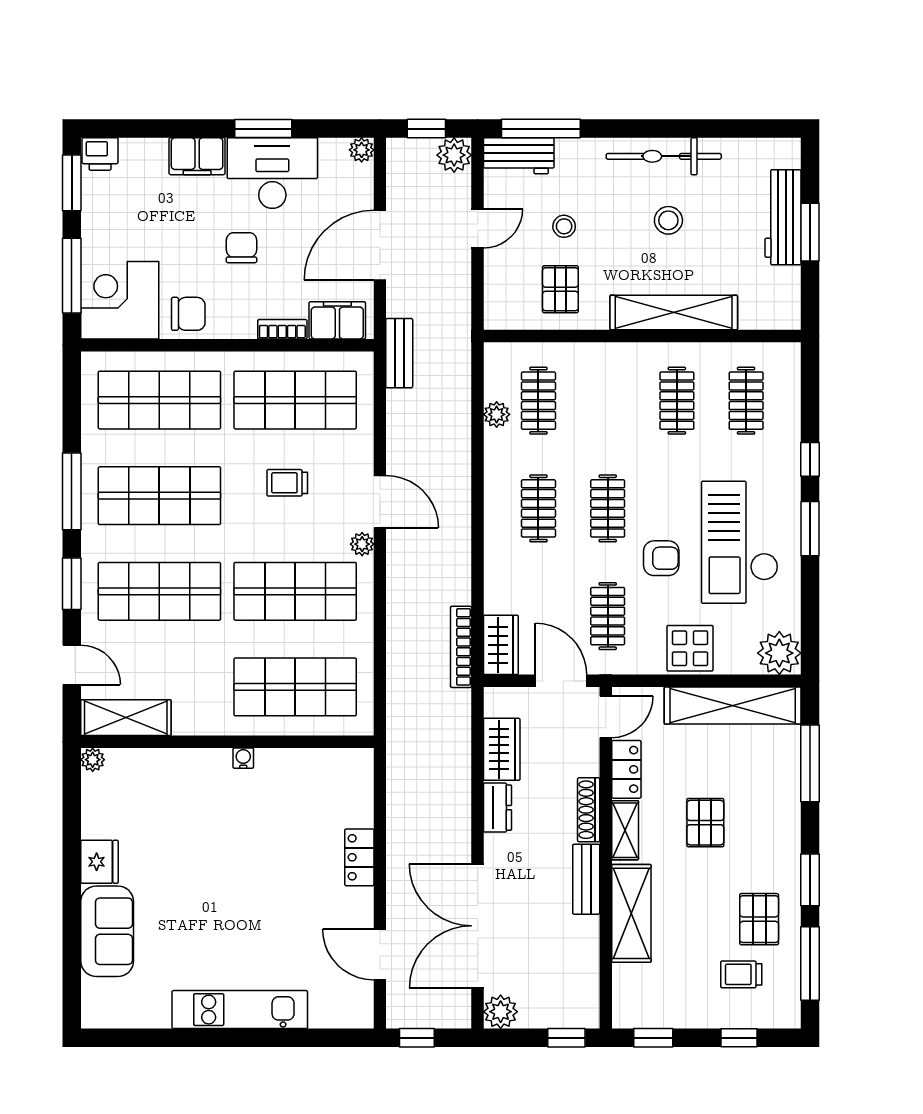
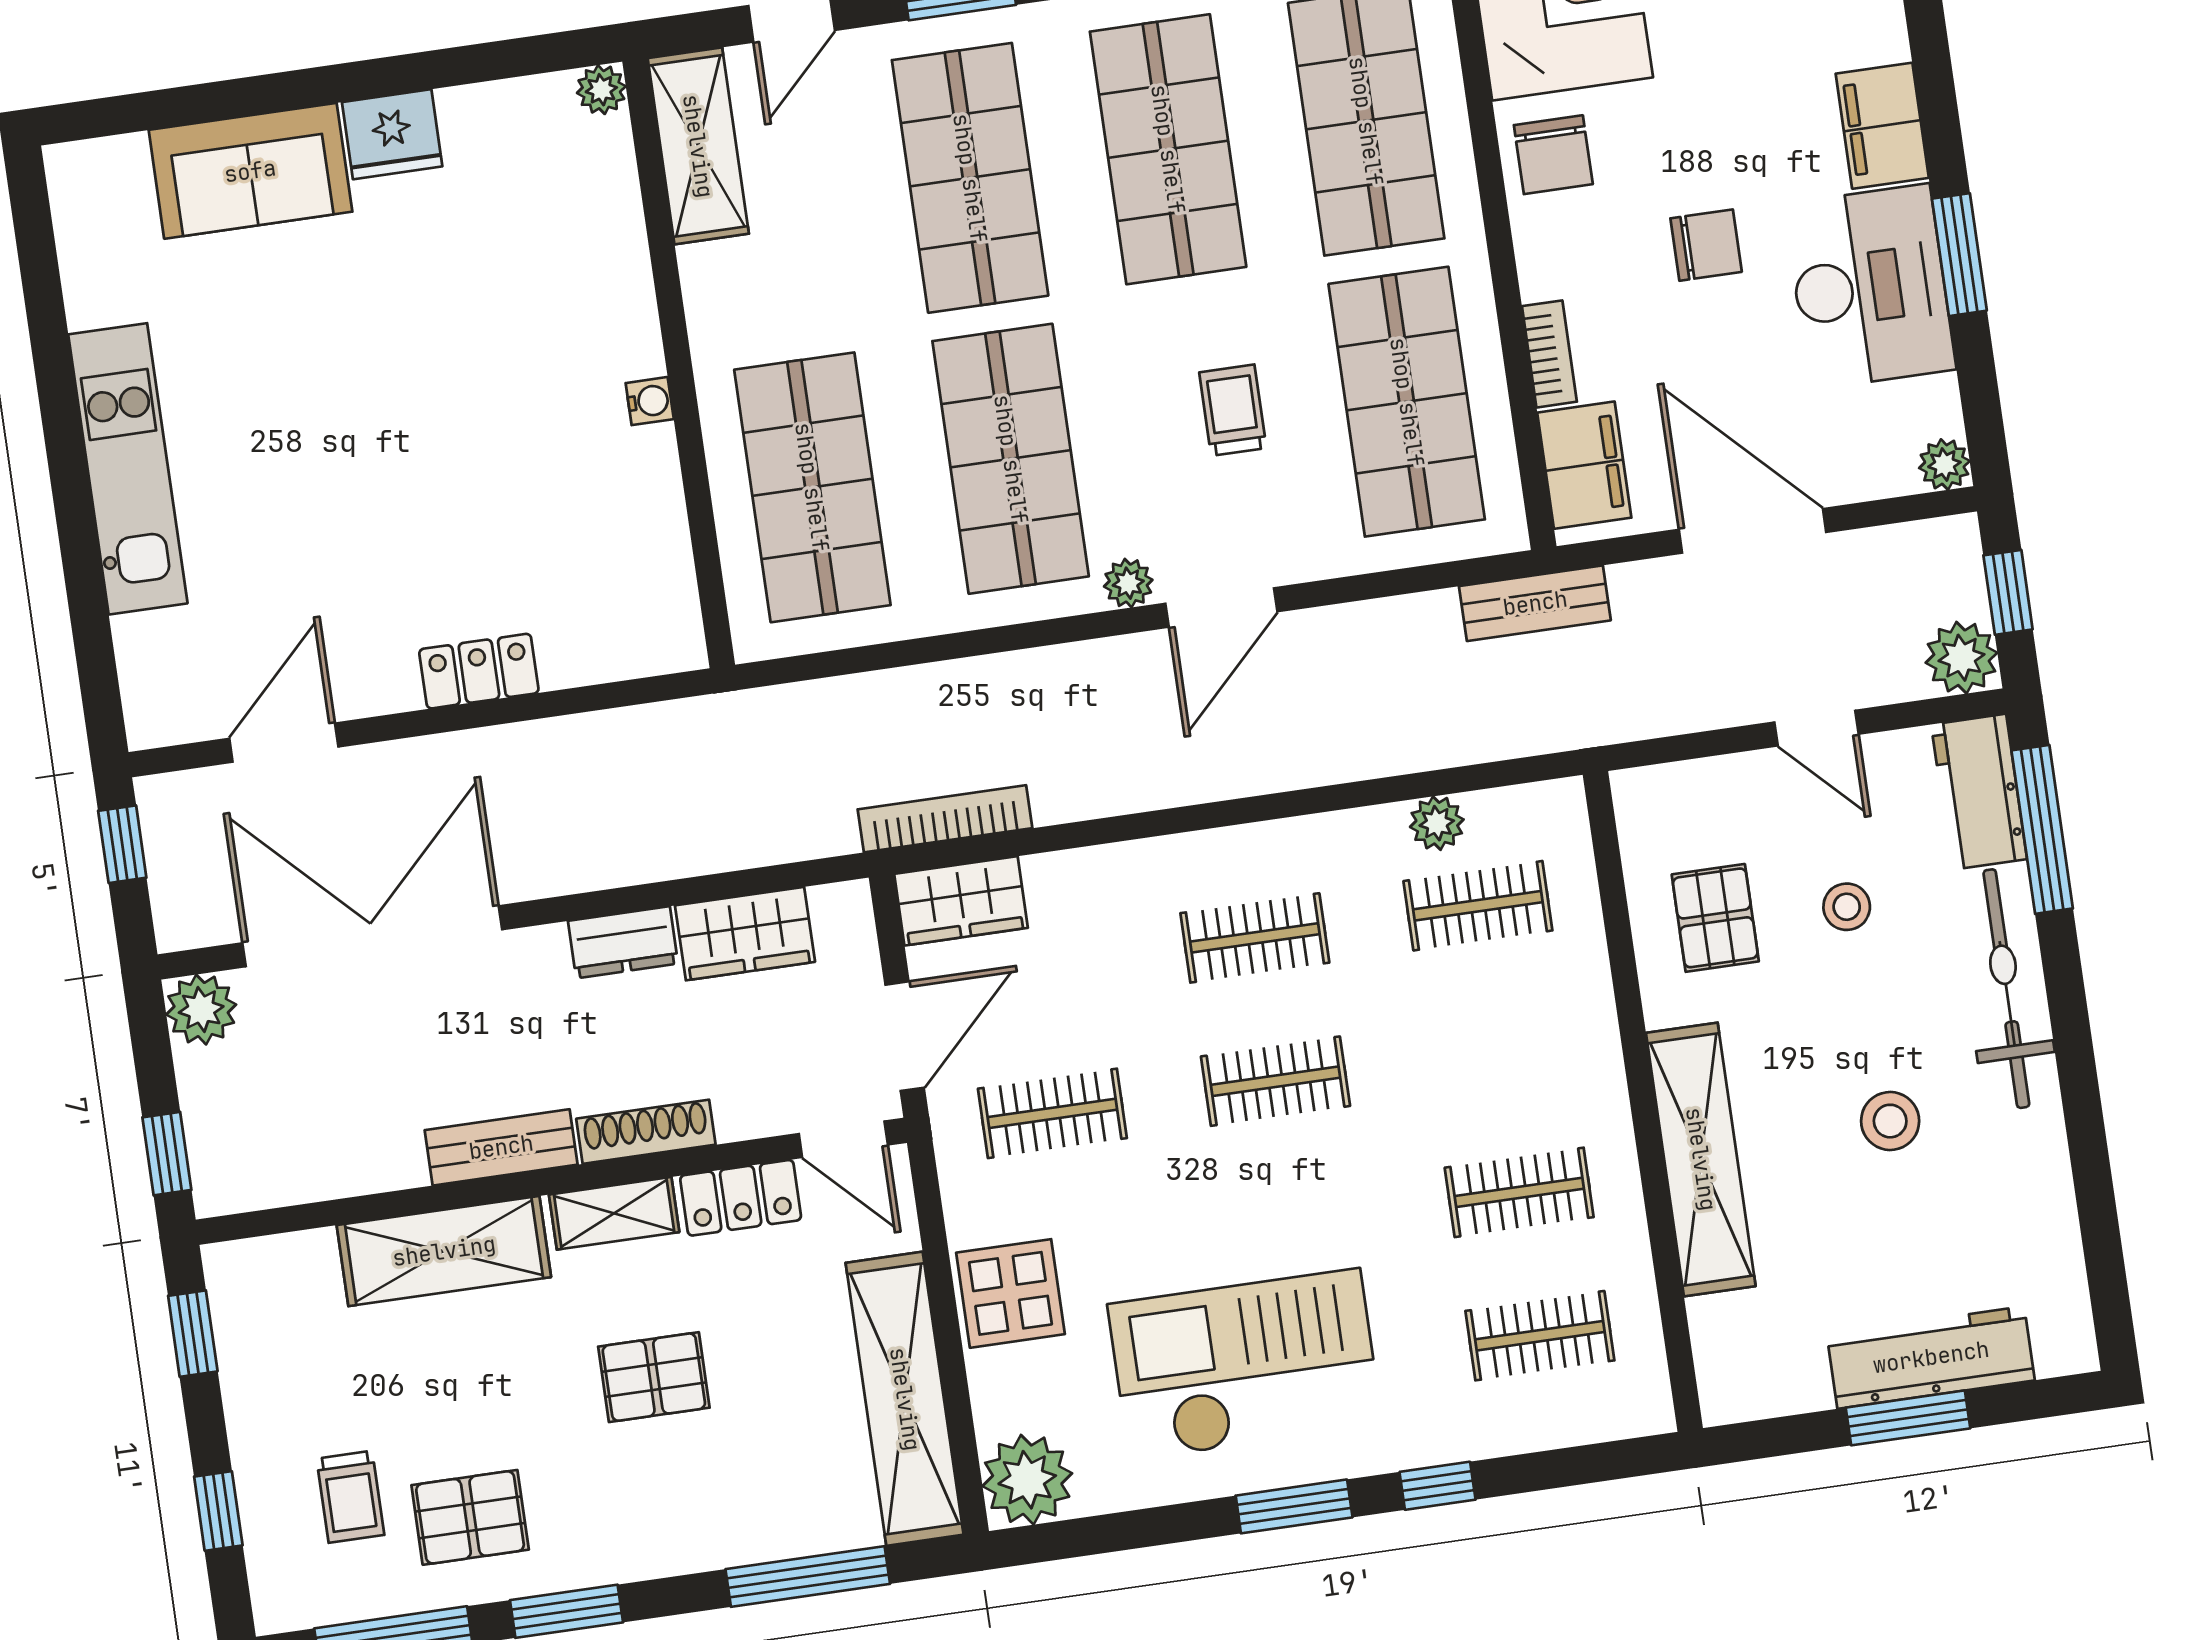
bicycle: (664, 156) -> (2006, 989), moved
pallet: (560, 289) -> (1715, 918), turned 90
armchair: (661, 558) -> (1188, 1207), removed
trolley: (741, 974) -> (350, 1497), turned 180

